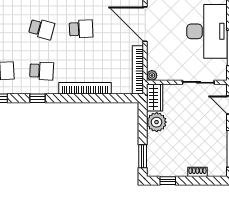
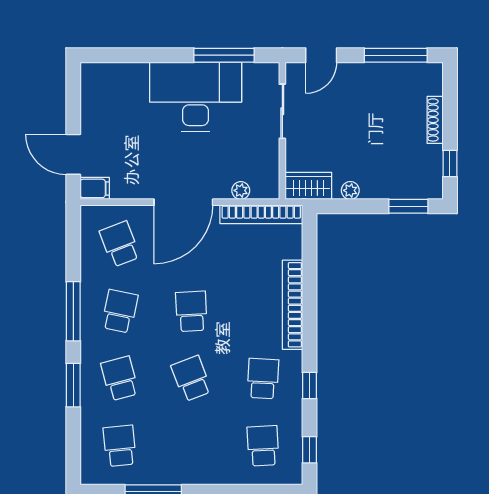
school desk: (42, 29) -> (191, 379), turned -36
plant: (152, 75) -> (241, 190), moved
plant: (157, 122) -> (350, 190), width x0.53, depth x0.53
shoe rack: (197, 172) -> (435, 120), width x1.43

